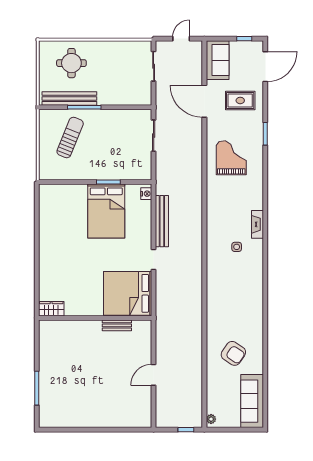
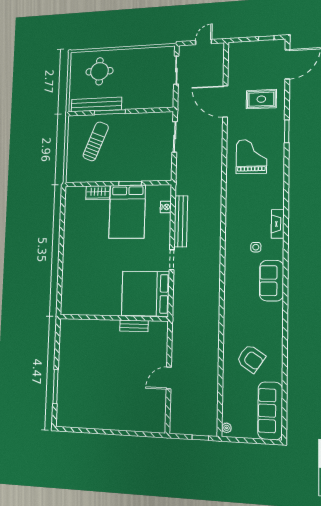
sofa: (218, 60) -> (272, 281), moved, turned 180
nightstand: (146, 194) -> (166, 207), moved
wardrobe: (51, 309) -> (98, 193), moved, turned 180

